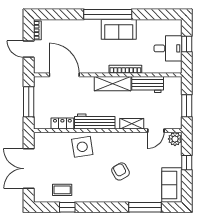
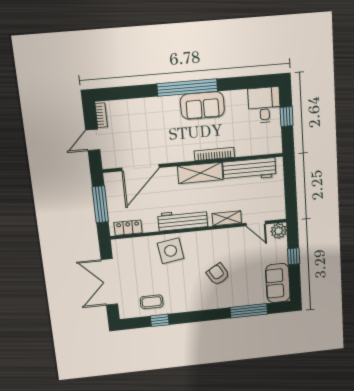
desk: (168, 48) -> (264, 105), moved, turned -90
door: (29, 49) -> (93, 140), hinge flipped
door: (64, 75) -> (140, 168), swing flipped
workbench: (148, 85) -> (249, 169), width x1.38
window: (187, 106) -> (290, 191), removed
locker: (62, 124) -> (128, 228), moved
door: (156, 131) -> (256, 224), hinge flipped

